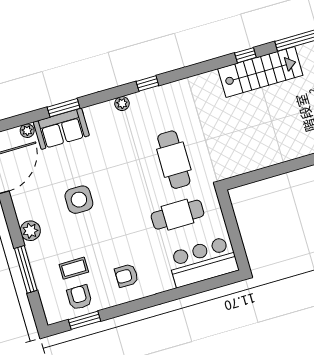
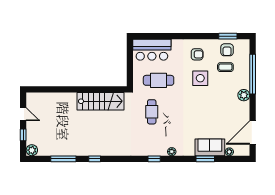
stairs: (260, 72) -> (101, 101), moved, turned 180
cafe table: (174, 160) -> (152, 112), width x0.73, depth x0.74
side table: (79, 200) -> (200, 78), moved
window: (26, 269) -> (253, 74), width x1.46

